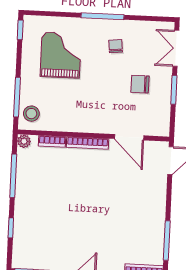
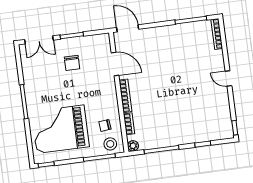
chair: (116, 46) -> (105, 125), moved
grand piano: (61, 55) -> (60, 129), width x1.37, depth x1.48
door: (129, 137) -> (115, 64), hinge flipped

